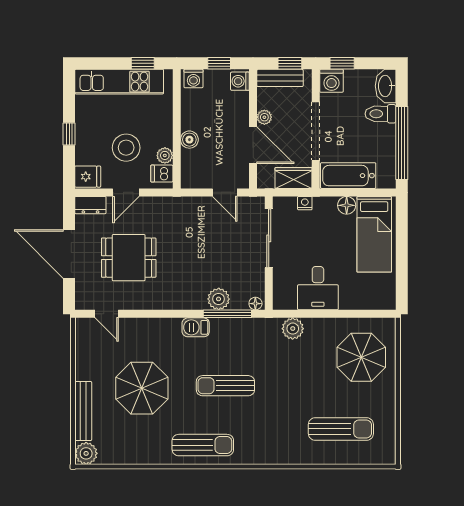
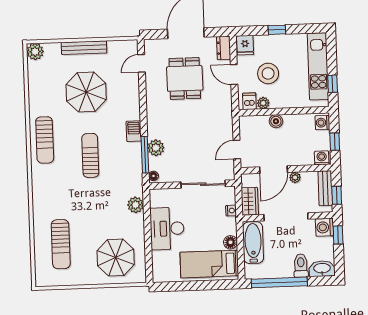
desk: (318, 288) -> (167, 229), width x1.37
bench: (83, 411) -> (84, 48), moved

